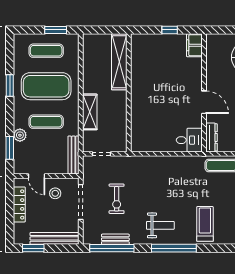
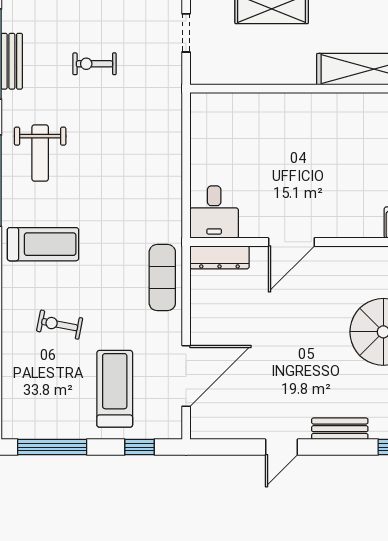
exercise bike: (117, 199) -> (94, 64), width x0.73, depth x0.72

